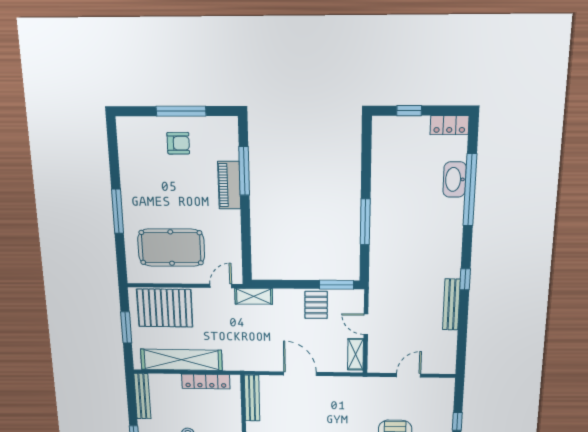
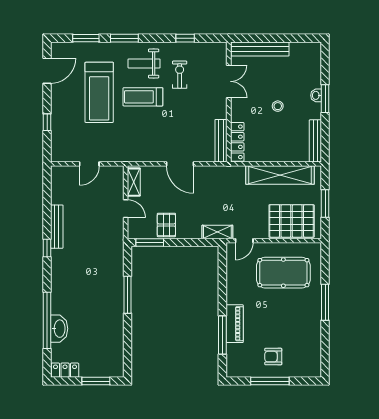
window: (409, 111) -> (96, 381), width x1.50
locker: (206, 382) -> (237, 142), moved, turned 90

